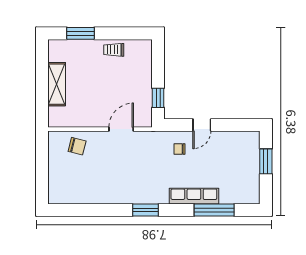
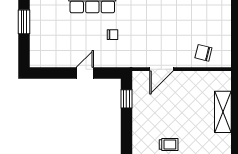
chair: (179, 149) -> (113, 35), moved
window: (266, 161) -> (24, 22), moved

